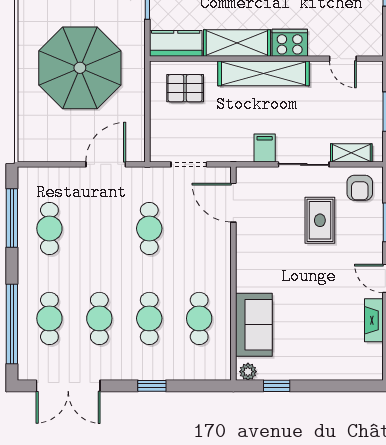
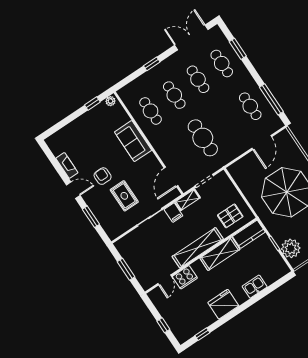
cooker: (290, 43) -> (185, 277), moved
door: (343, 59) -> (165, 280), swing flipped
shelving: (351, 153) -> (188, 200), moved
door: (106, 164) -> (262, 142), moved
armchair: (360, 188) -> (103, 176), moved
door: (233, 203) -> (171, 177), swing flipped
cafe table: (149, 228) -> (203, 138), width x1.37, depth x1.35
window: (12, 324) -> (238, 49), width x0.47
sofa: (254, 325) -> (133, 141), moved

